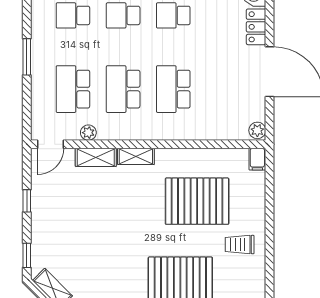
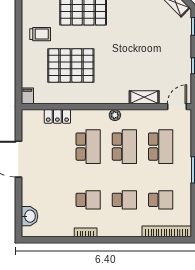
locker: (256, 27) -> (57, 116), moved, turned 90
plant: (257, 130) -> (27, 117), removed
plant: (88, 133) -> (115, 115), moved
shelving: (136, 156) -> (115, 98), removed

